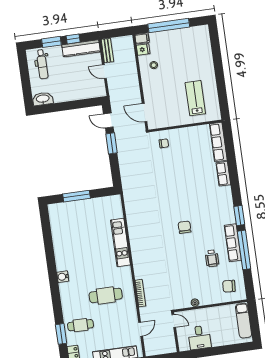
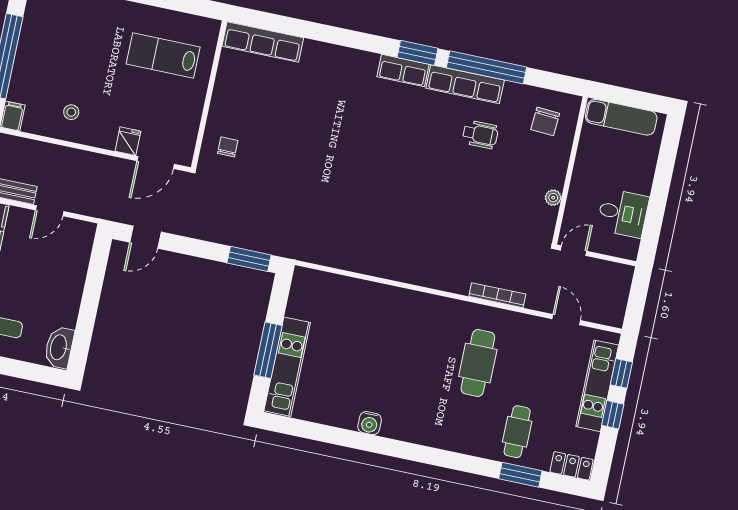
fridge: (143, 49) -> (128, 141), moved
window: (112, 143) -> (249, 259), moved
row of seats: (223, 174) -> (403, 71), moved
chair: (184, 227) -> (402, 165), removed
kitchen unit: (120, 242) -> (287, 367), moved, turned -90
water cooler: (63, 277) -> (370, 423), moved

